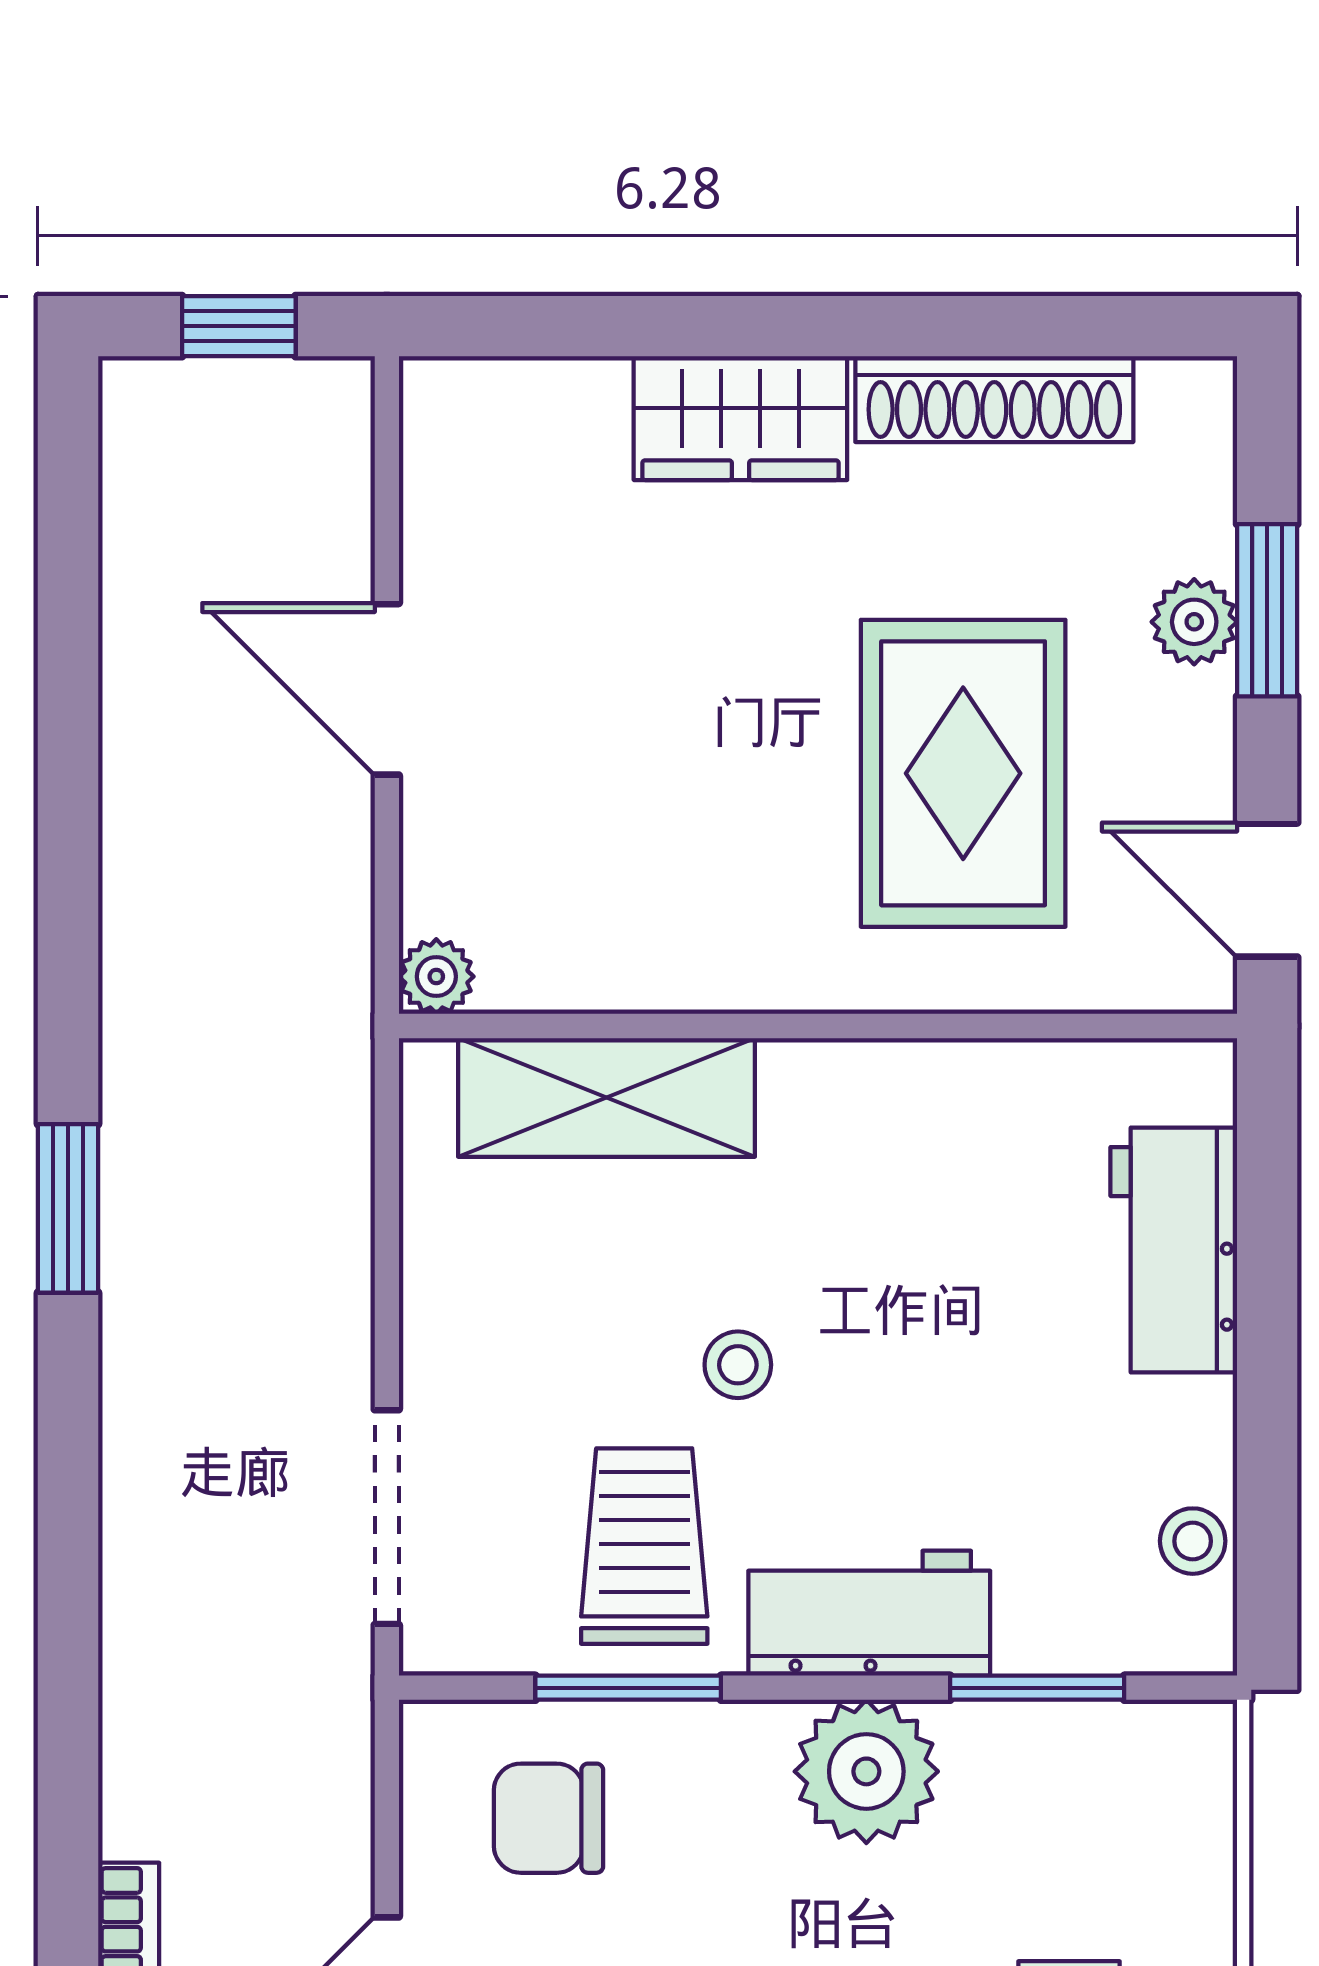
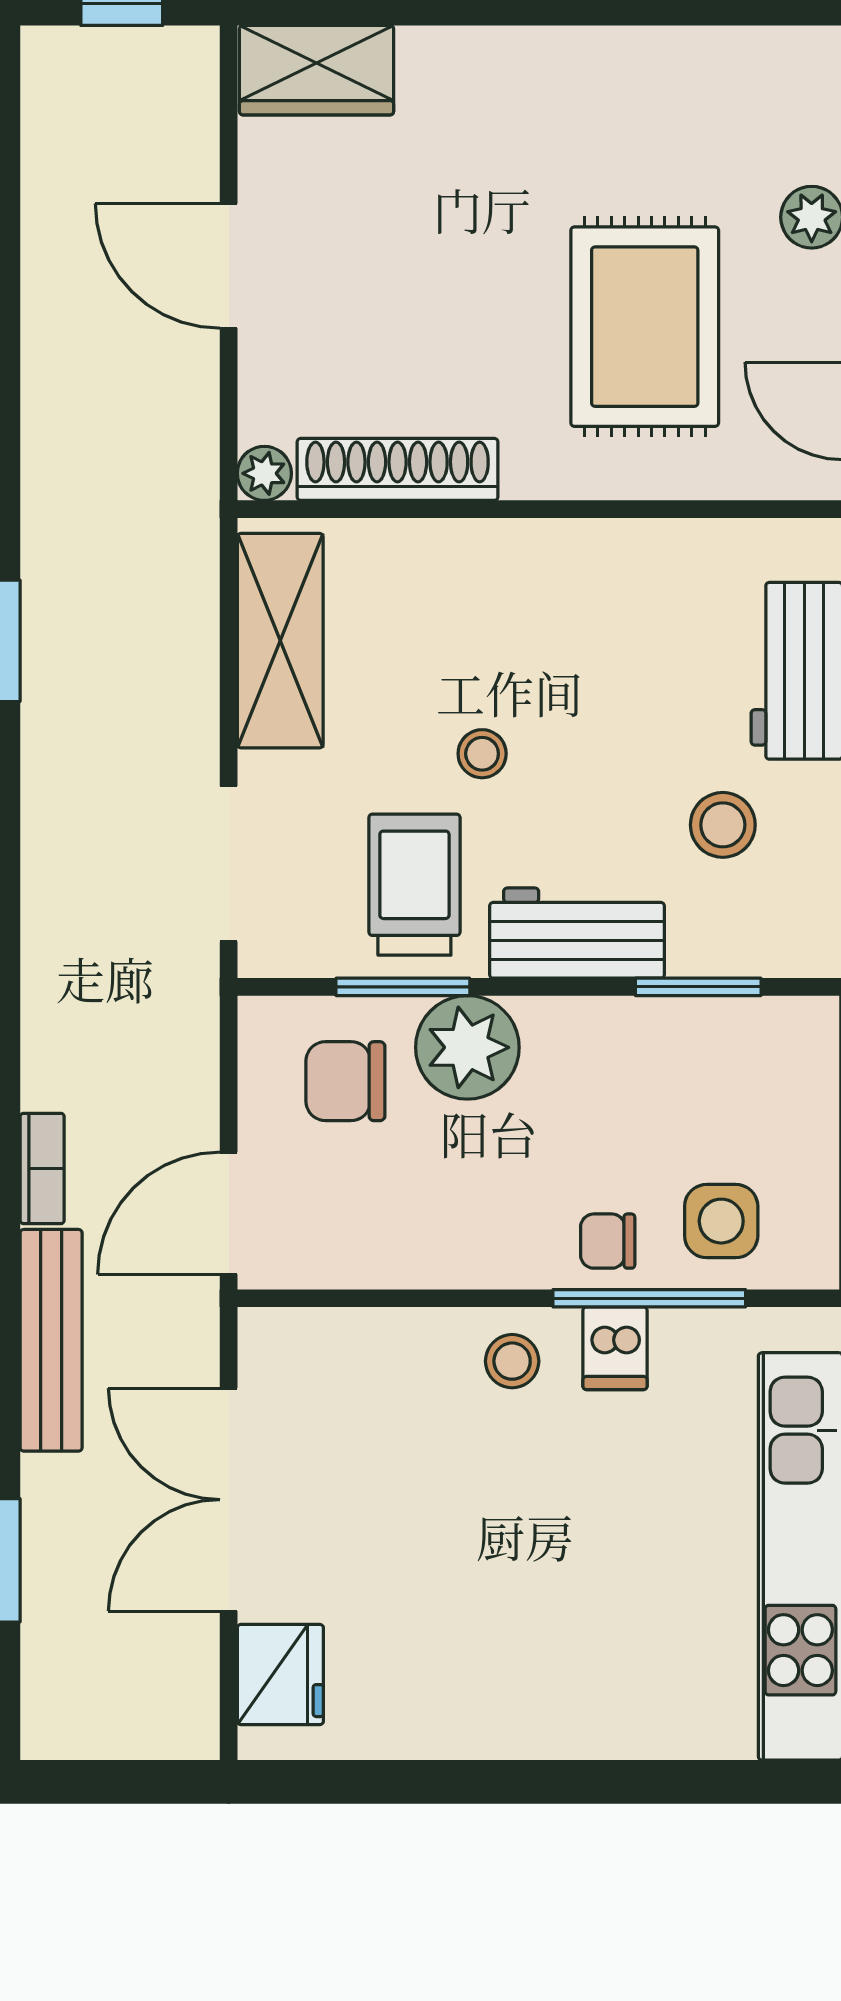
shoe rack: (994, 399) -> (398, 469), moved, turned 180
wardrobe: (740, 418) -> (317, 70), moved
shelving: (606, 1097) -> (280, 641), moved, turned 90
stool: (1193, 1541) -> (723, 825), moved, width x1.37, depth x1.37
plant: (866, 1771) -> (467, 1047), moved

